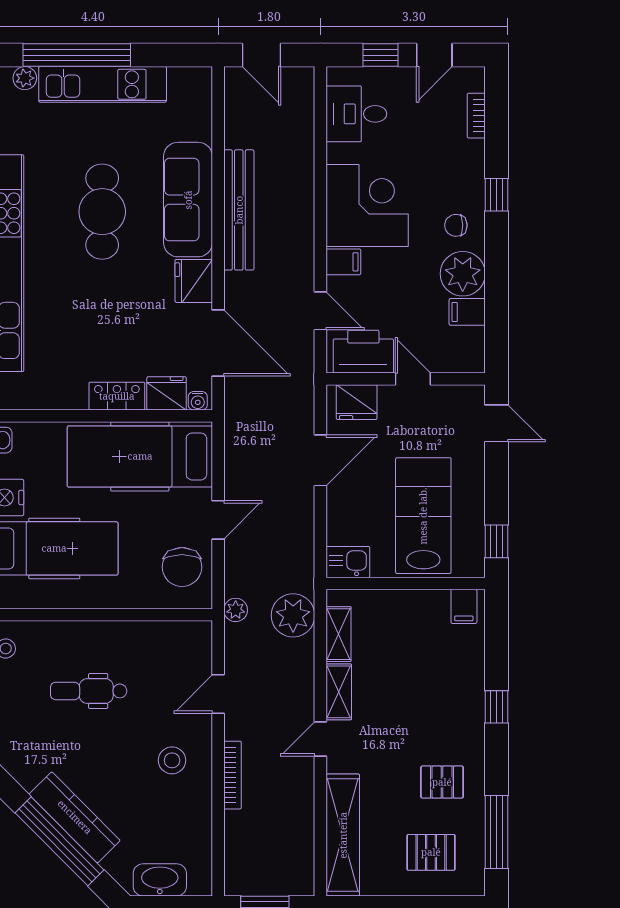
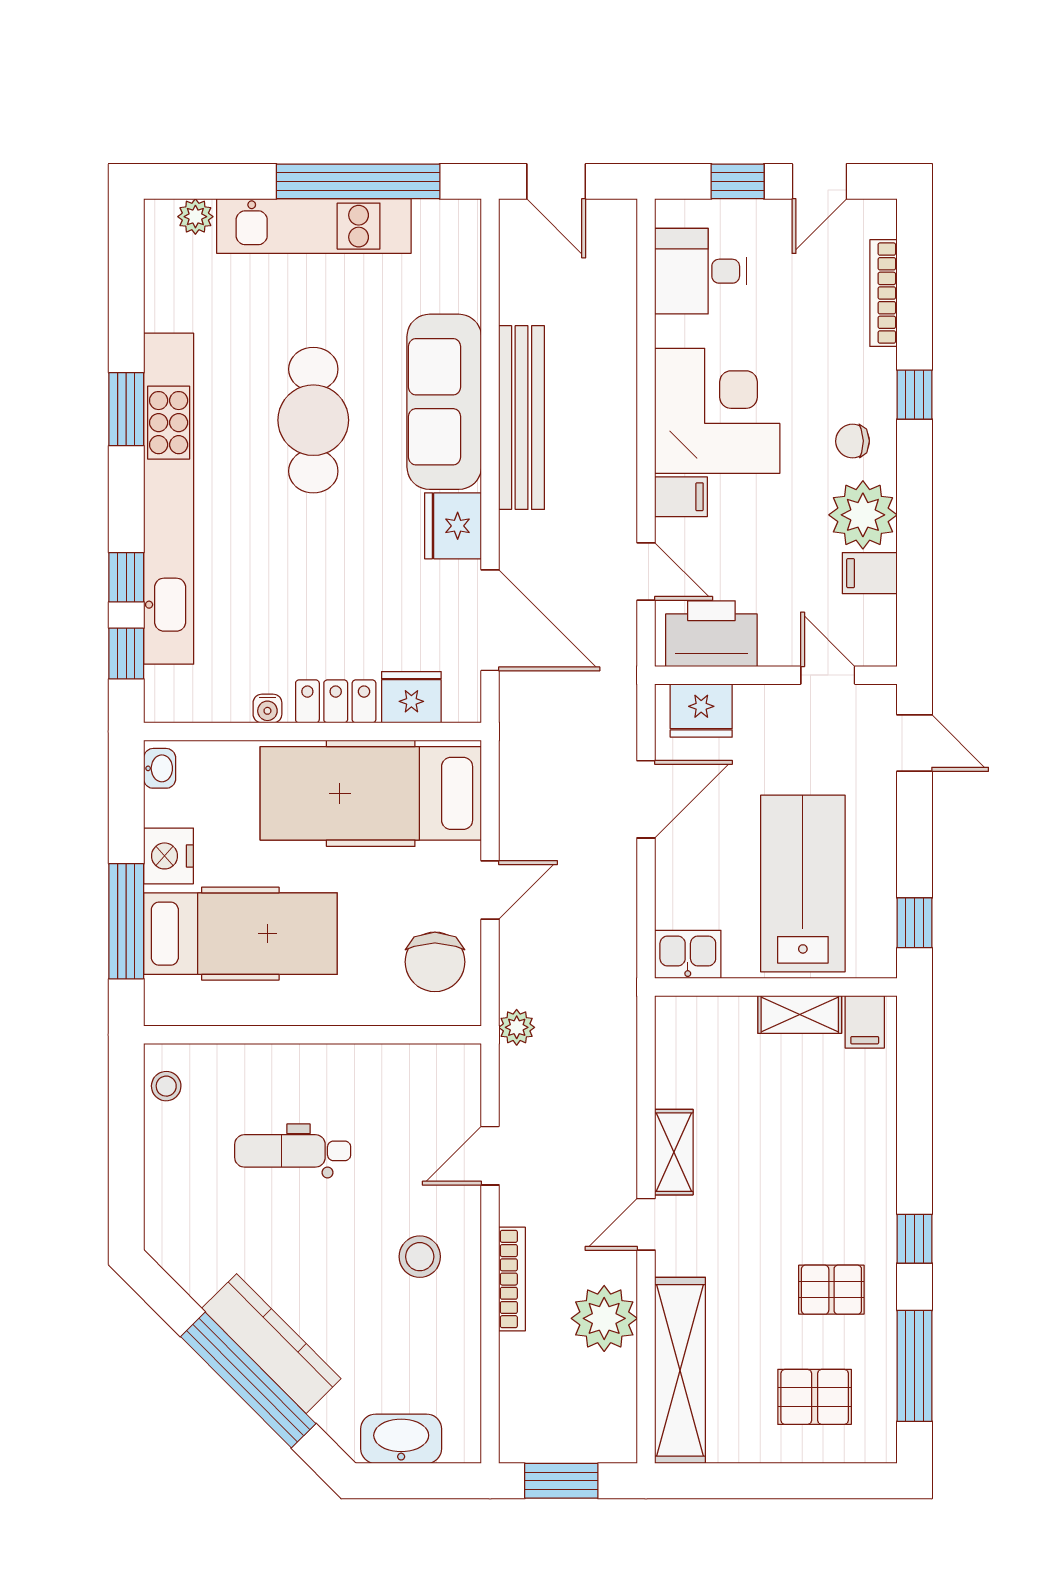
window: (77, 55) -> (358, 181), moved
bookcase: (476, 116) -> (884, 293), width x1.56
door: (413, 379) -> (828, 675), moved
water cooler: (198, 401) -> (267, 709), moved
plant: (293, 615) -> (604, 1318), moved
shelving: (338, 634) -> (800, 1015), moved, turned 90
window: (497, 707) -> (915, 1239), moved

